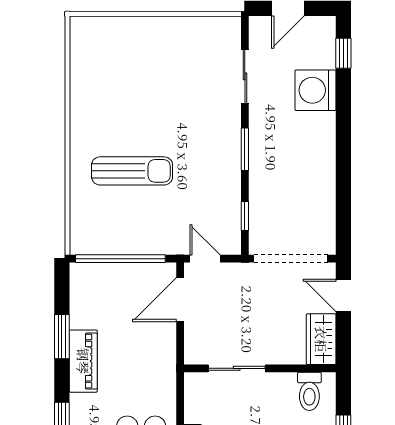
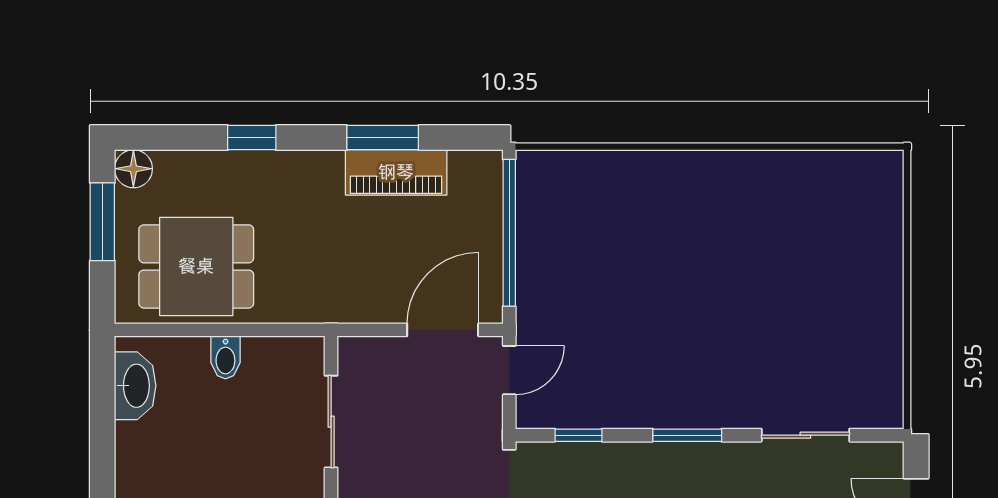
sun lounger: (132, 171) -> (652, 252), removed
door: (180, 300) -> (443, 330), hinge flipped
piano: (83, 361) -> (396, 172), moved

